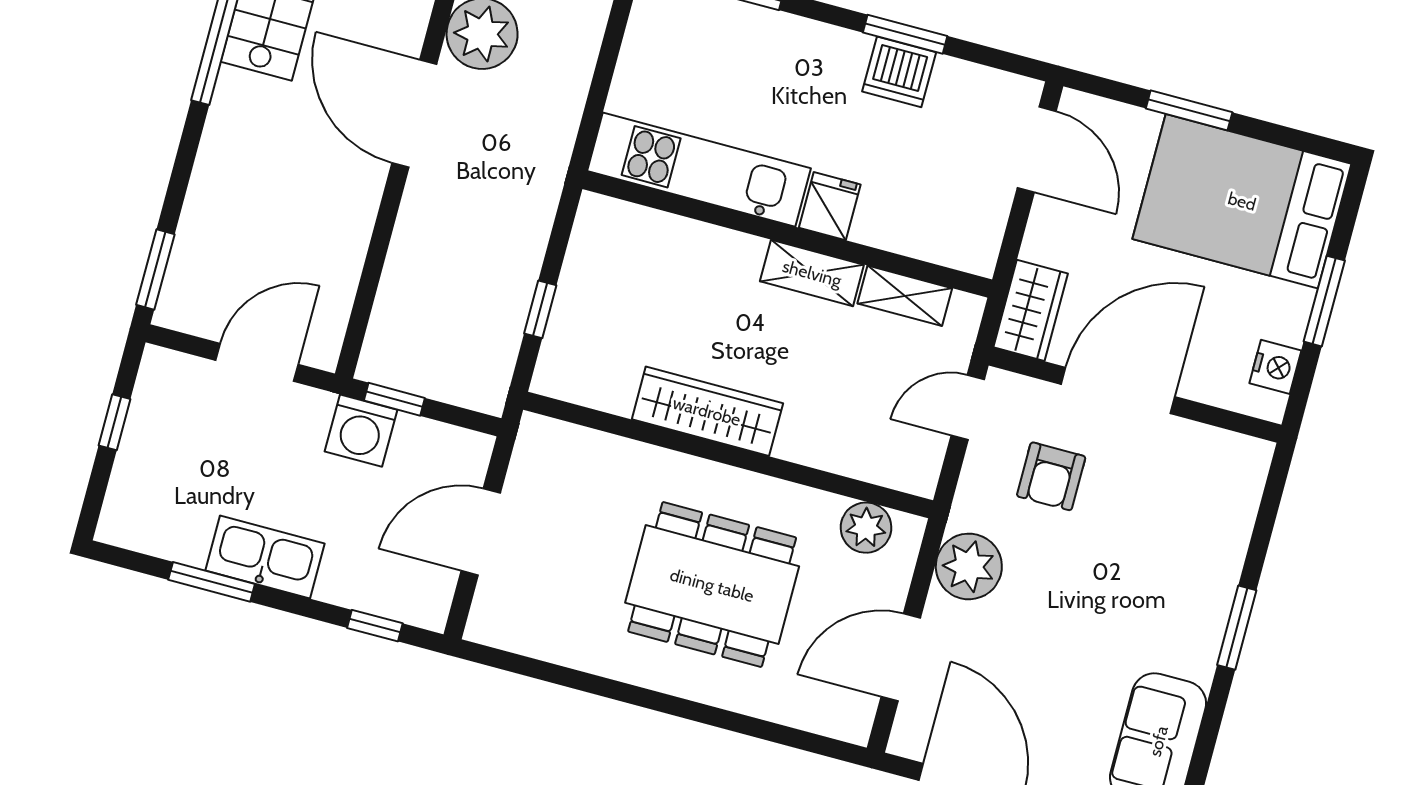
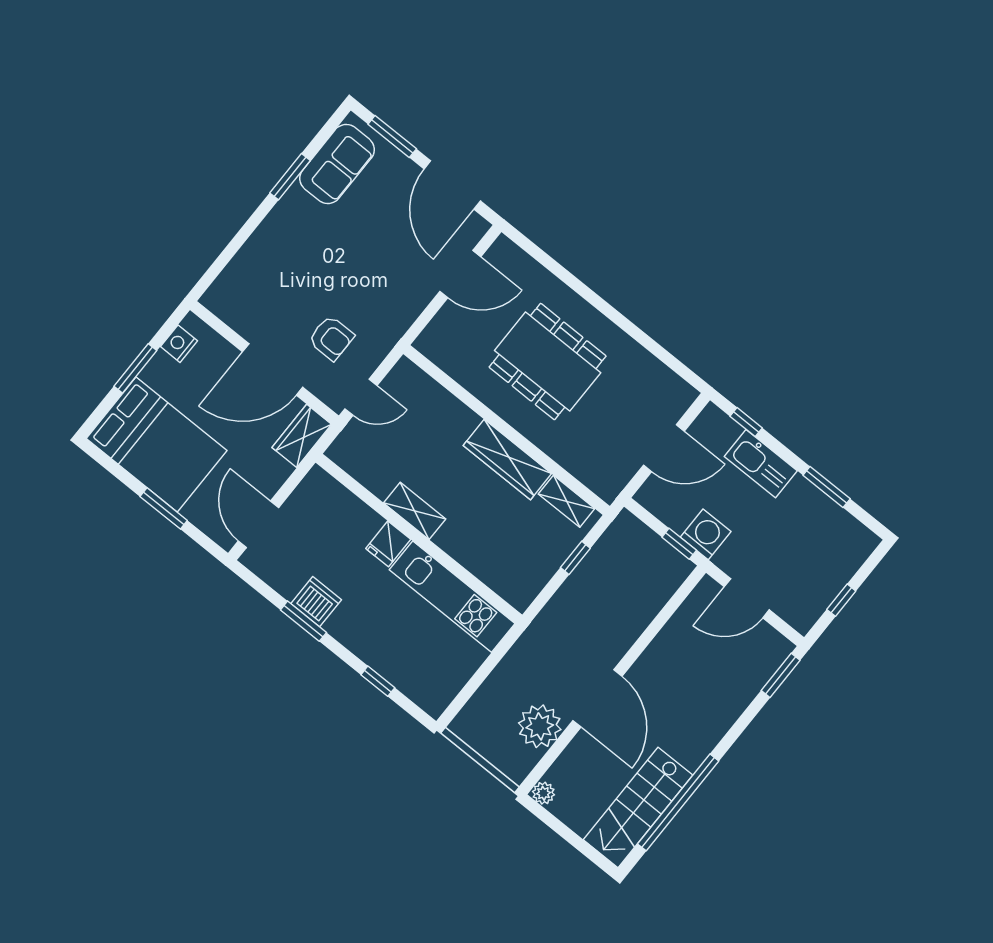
shelving: (905, 296) -> (567, 501), moved
armchair: (1051, 476) -> (331, 338), turned 90
plant: (866, 528) -> (447, 355), removed
kitchen sink: (265, 557) -> (761, 464), moved
plant: (969, 566) -> (400, 308), removed
window: (1237, 628) -> (290, 177), moved

